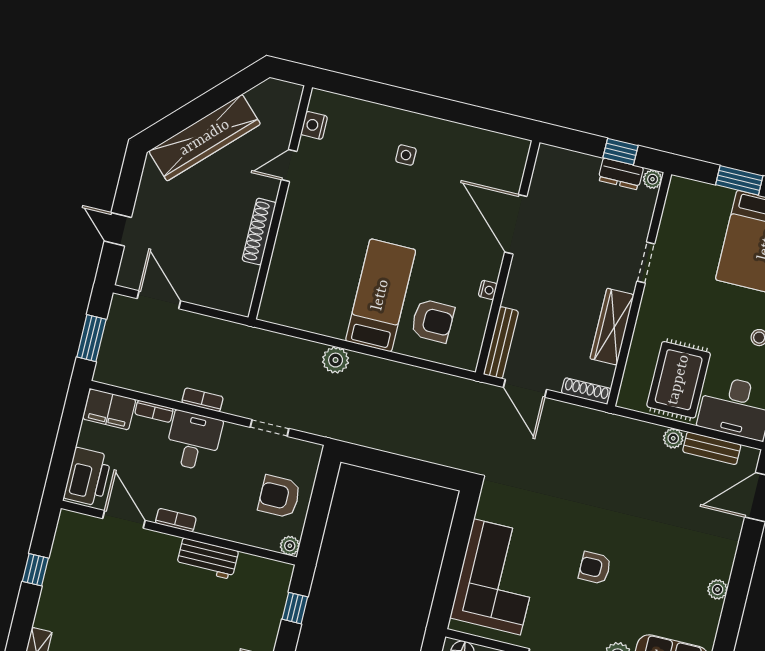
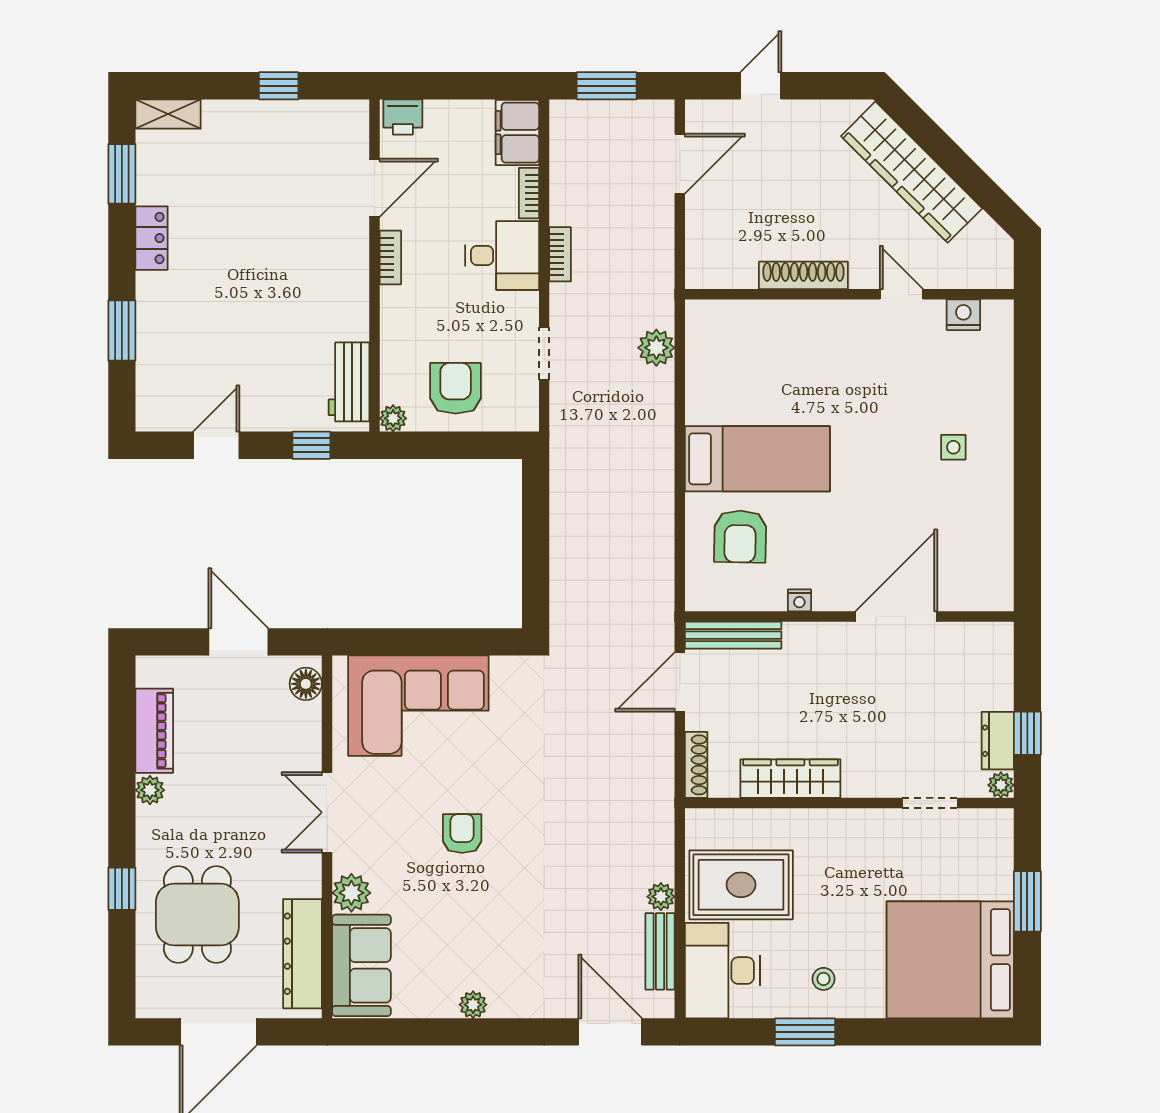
doorway: (646, 263) -> (930, 803), moved
plant: (336, 360) -> (656, 348), moved
printer: (88, 477) -> (403, 117), width x0.53, depth x0.68
workbench: (207, 559) -> (349, 382), moved

